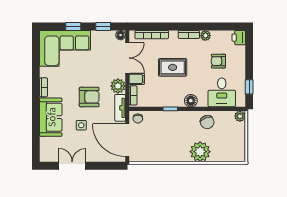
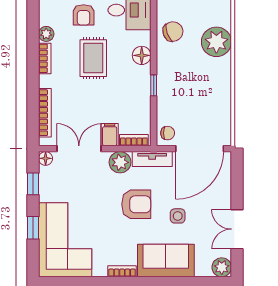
rug: (173, 67) -> (93, 58), moved
armchair: (89, 97) -> (136, 204), turned 90
plant: (46, 155) -> (222, 267), added

